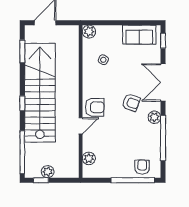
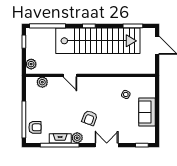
plant: (89, 32) -> (150, 82), removed
sofa: (139, 35) -> (147, 112), moved
double door: (163, 82) -> (107, 145), width x0.73
armchair: (95, 107) -> (86, 87), removed
fireplace: (155, 137) -> (60, 138), added
plant: (48, 172) -> (31, 64), moved

